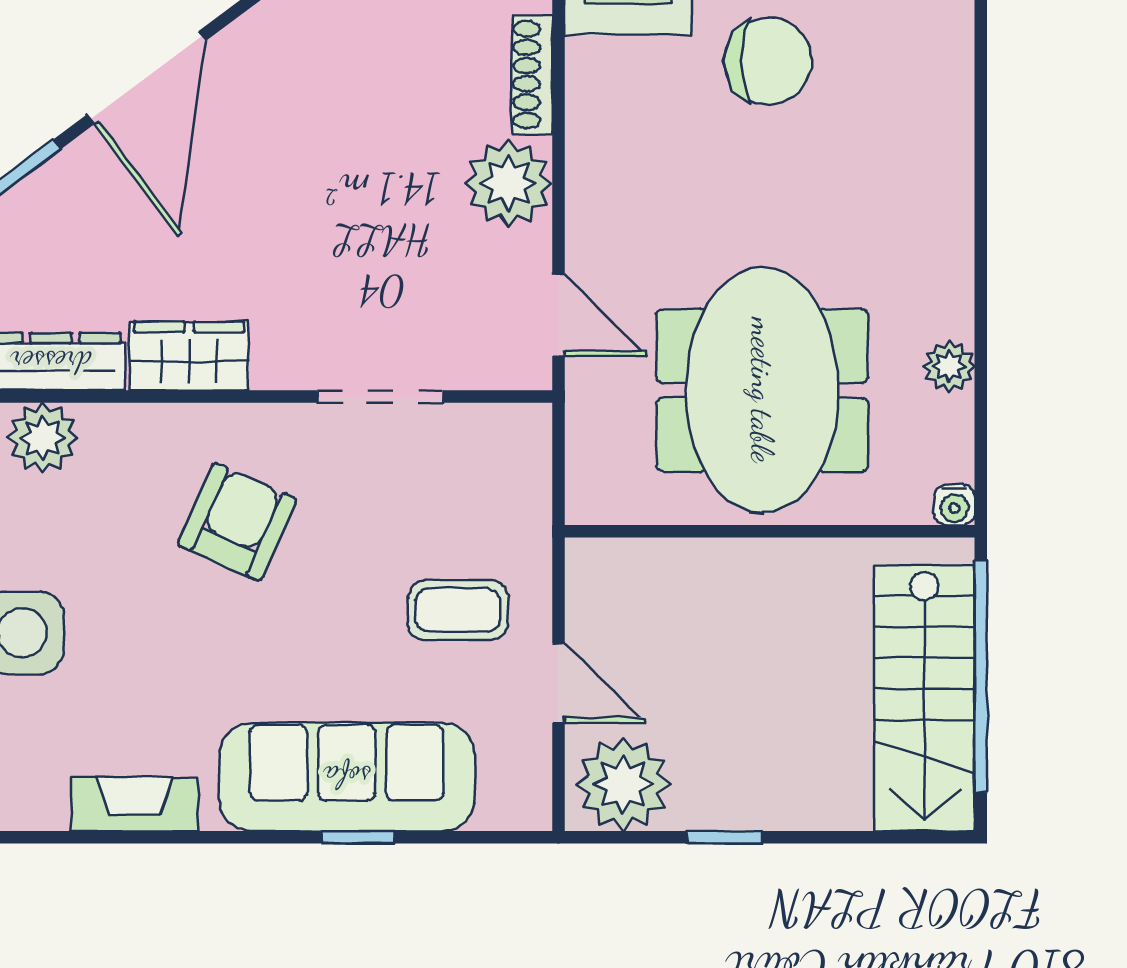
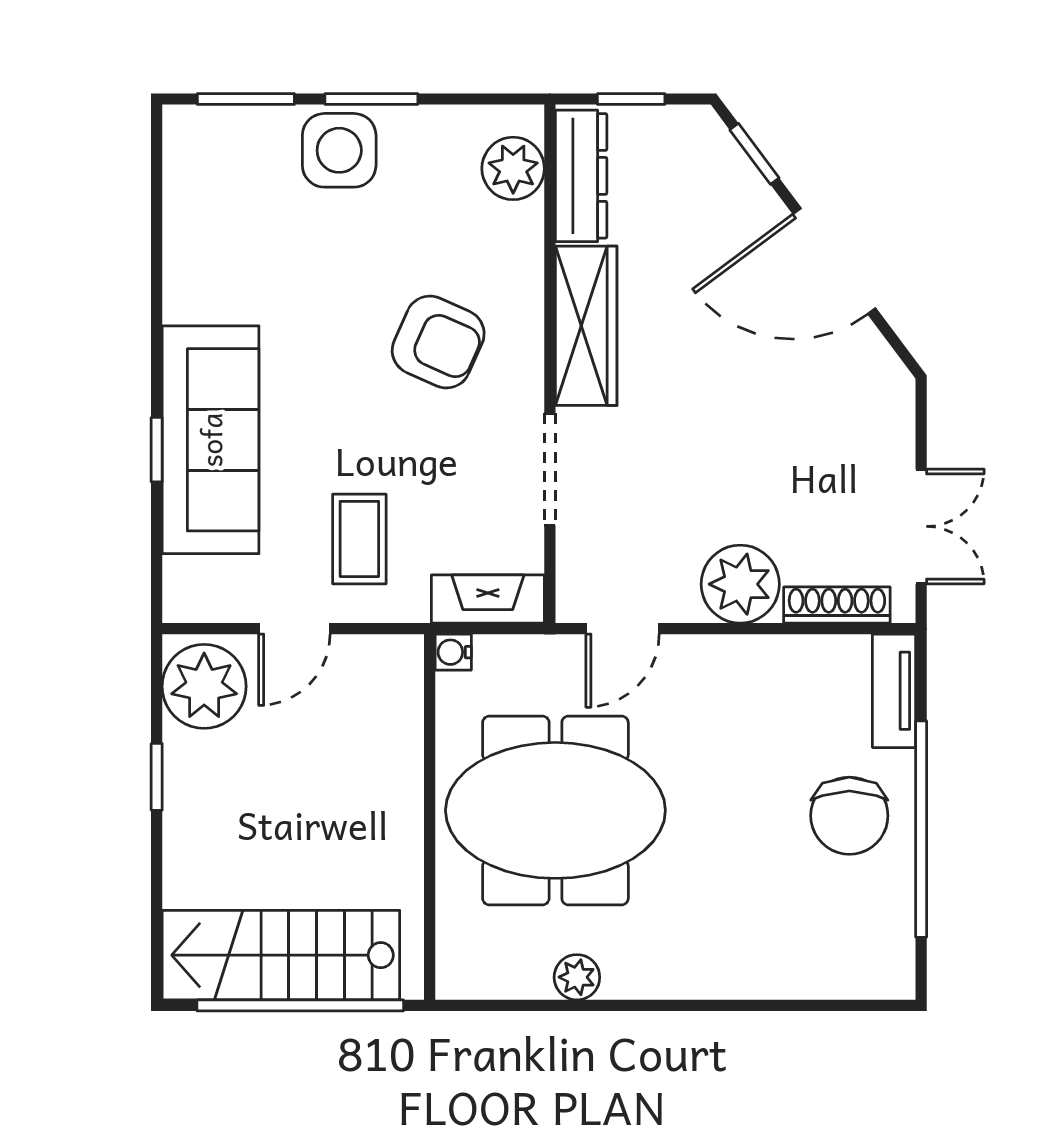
wardrobe: (189, 356) -> (586, 326), width x1.50
water cooler: (954, 505) -> (453, 652), moved
fireplace: (135, 804) -> (488, 599), moved, turned -90

